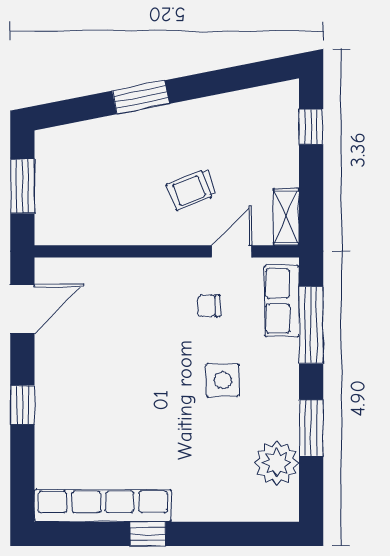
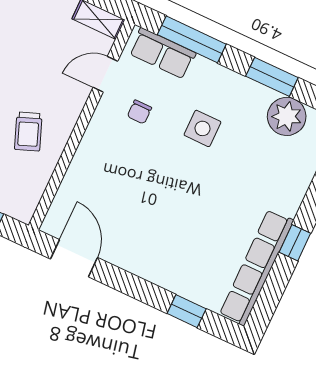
trolley: (192, 190) -> (28, 131), moved
door: (232, 251) -> (105, 74), hinge flipped
window: (22, 405) -> (187, 311), moved

